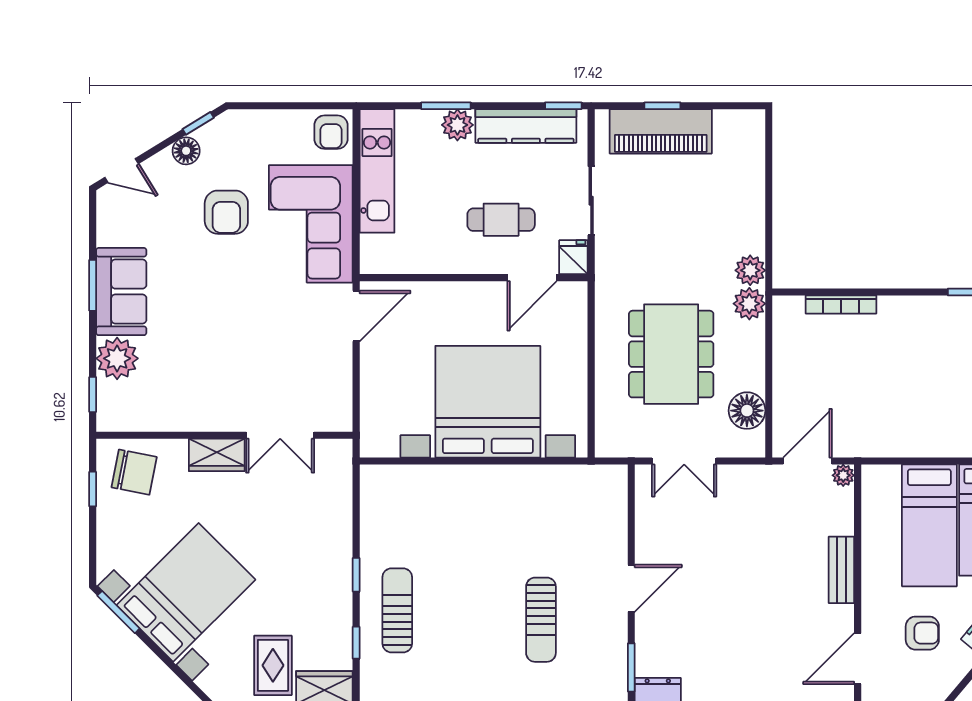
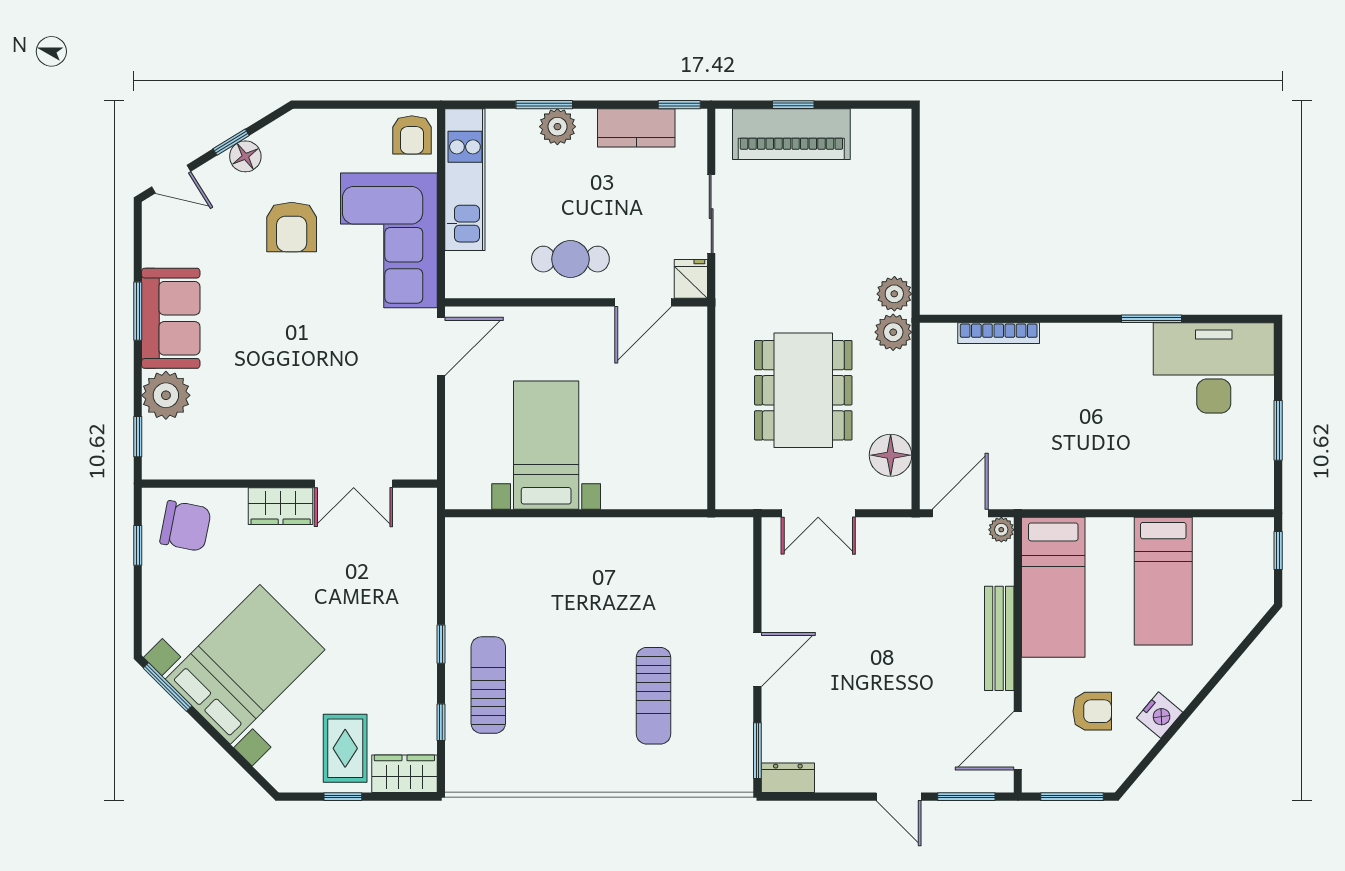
window: (198, 123) -> (231, 142), moved
kitchen counter: (526, 126) -> (636, 128), width x0.67
cafe table: (501, 220) -> (570, 259), moved
bed with nightstands: (488, 402) -> (546, 445), width x0.54
bed: (929, 525) -> (1053, 587), moved
bench: (841, 570) -> (999, 638), width x1.36

